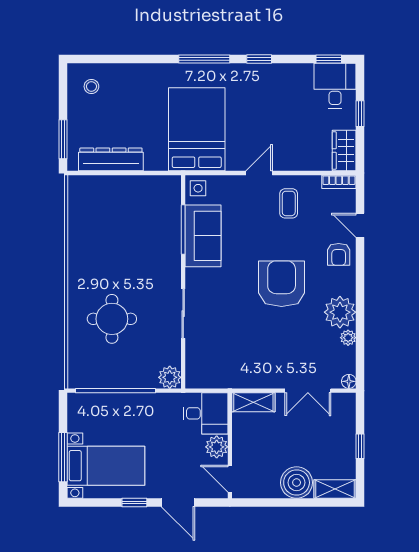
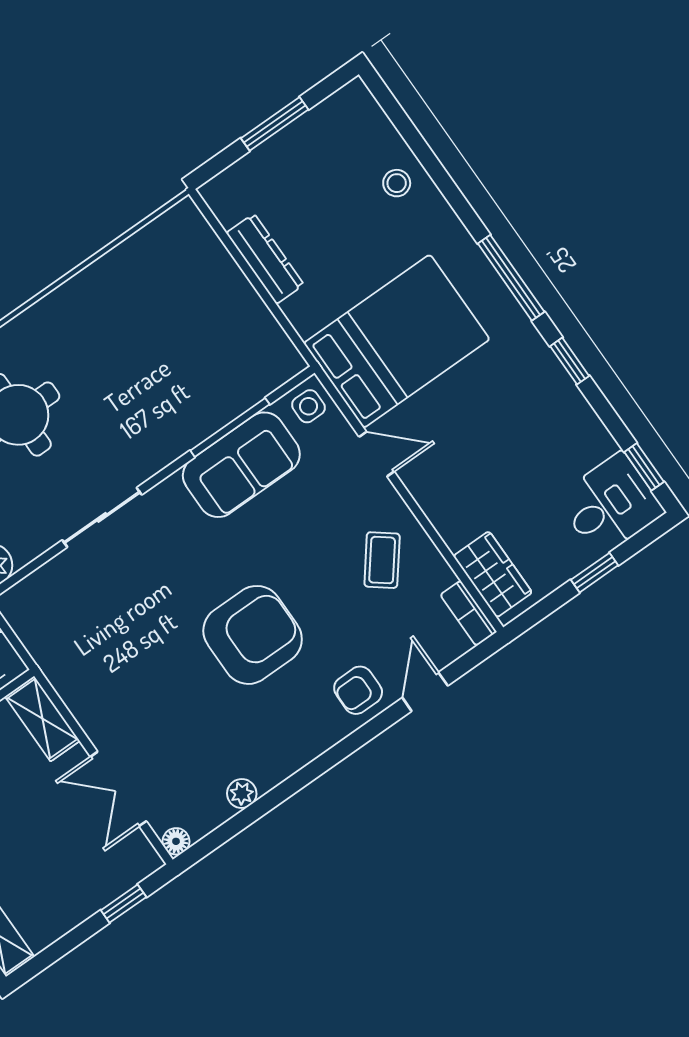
stool: (91, 86) -> (397, 183), moved
window: (63, 139) -> (275, 124), moved
wardrobe: (344, 151) -> (493, 574), moved, turned 90
dresser: (111, 159) -> (265, 259), width x0.73, depth x0.80
door: (259, 173) -> (377, 454), moved
coffee table: (289, 203) -> (382, 560), turned -52
plant: (340, 312) -> (272, 754), removed
window: (360, 446) -> (124, 904), moved

